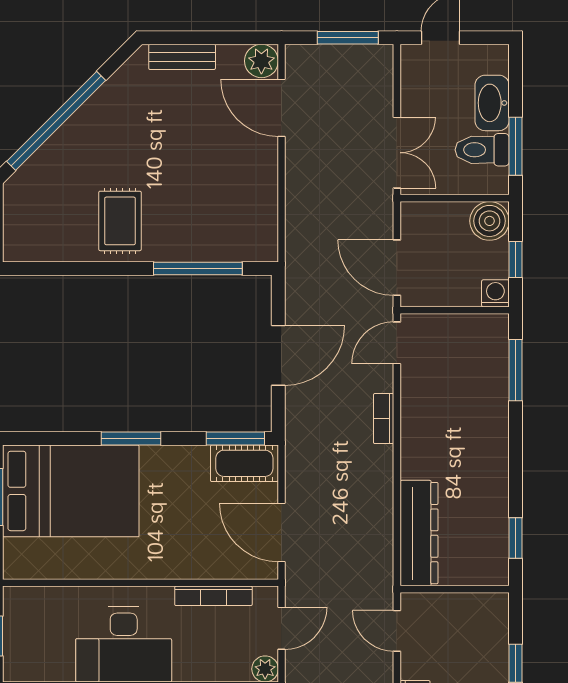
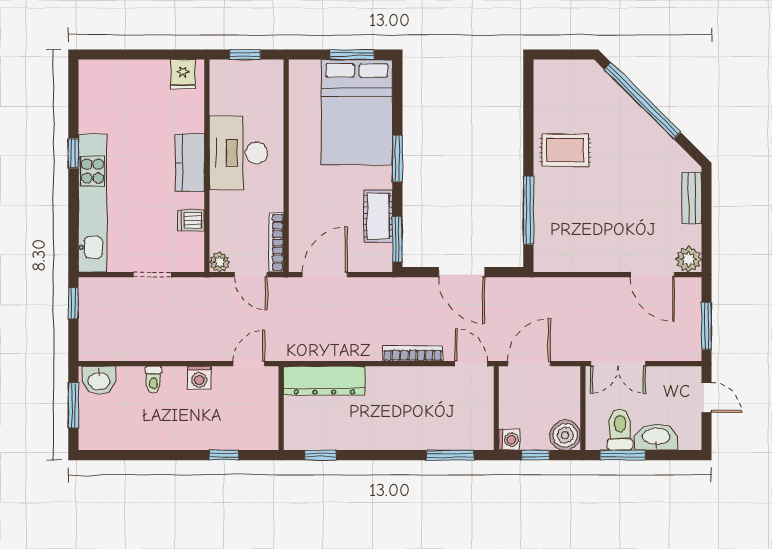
door: (281, 108) -> (652, 275), swing flipped
bookcase: (384, 419) -> (413, 353), width x1.56
cot: (244, 463) -> (378, 216), moved
bookcase: (213, 596) -> (276, 242), moved

